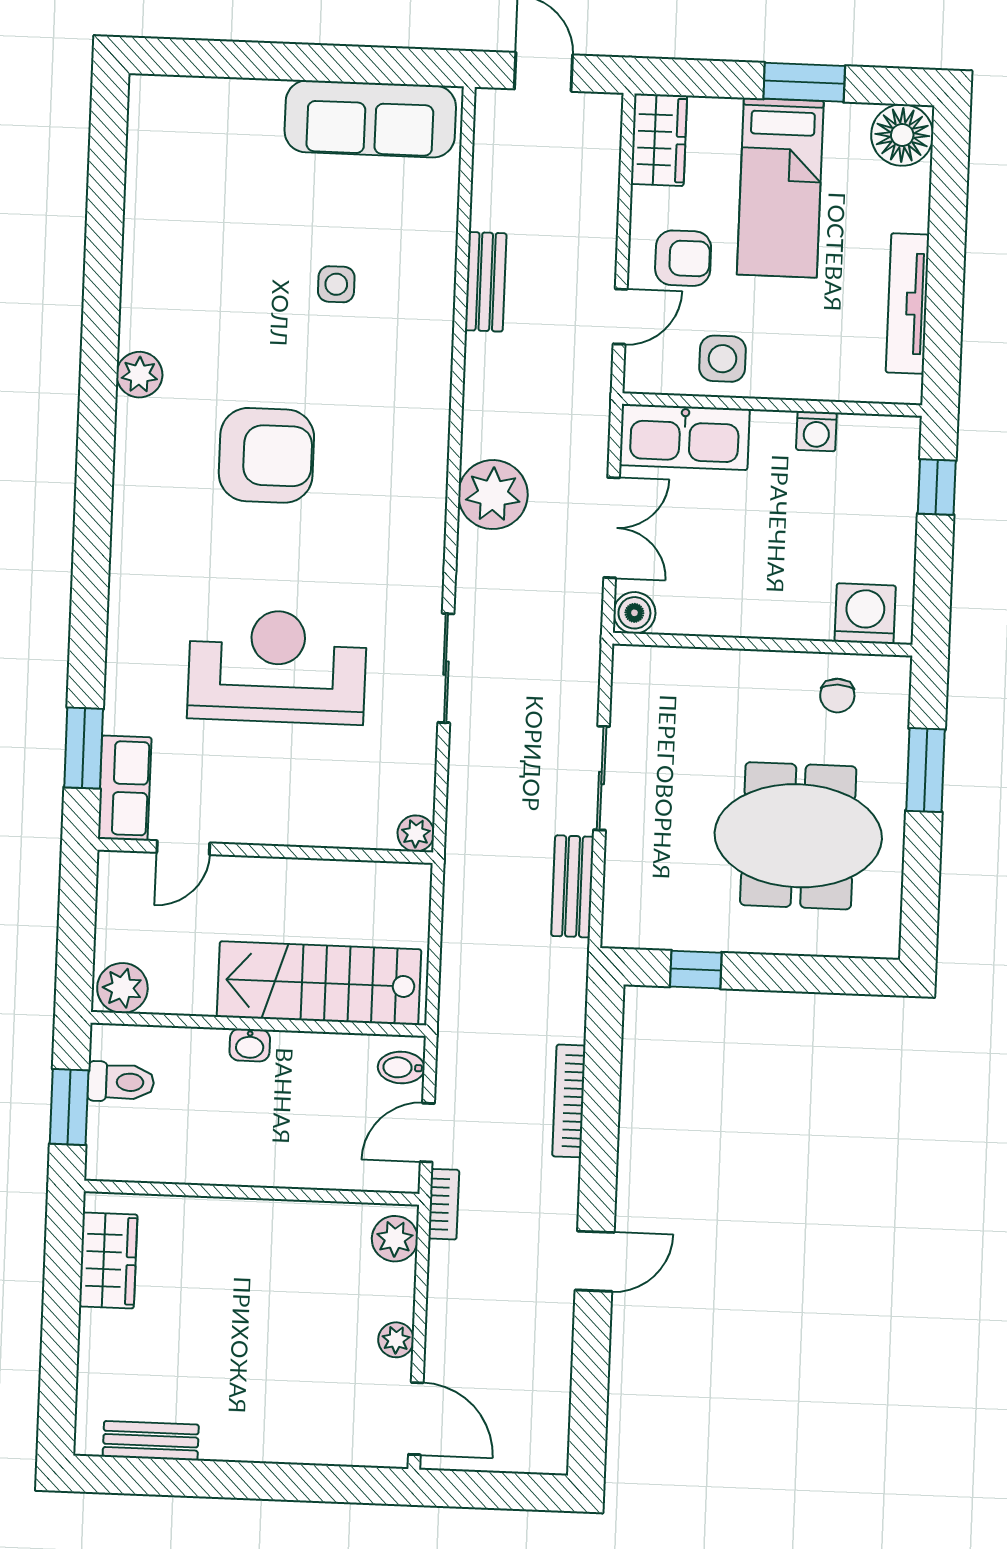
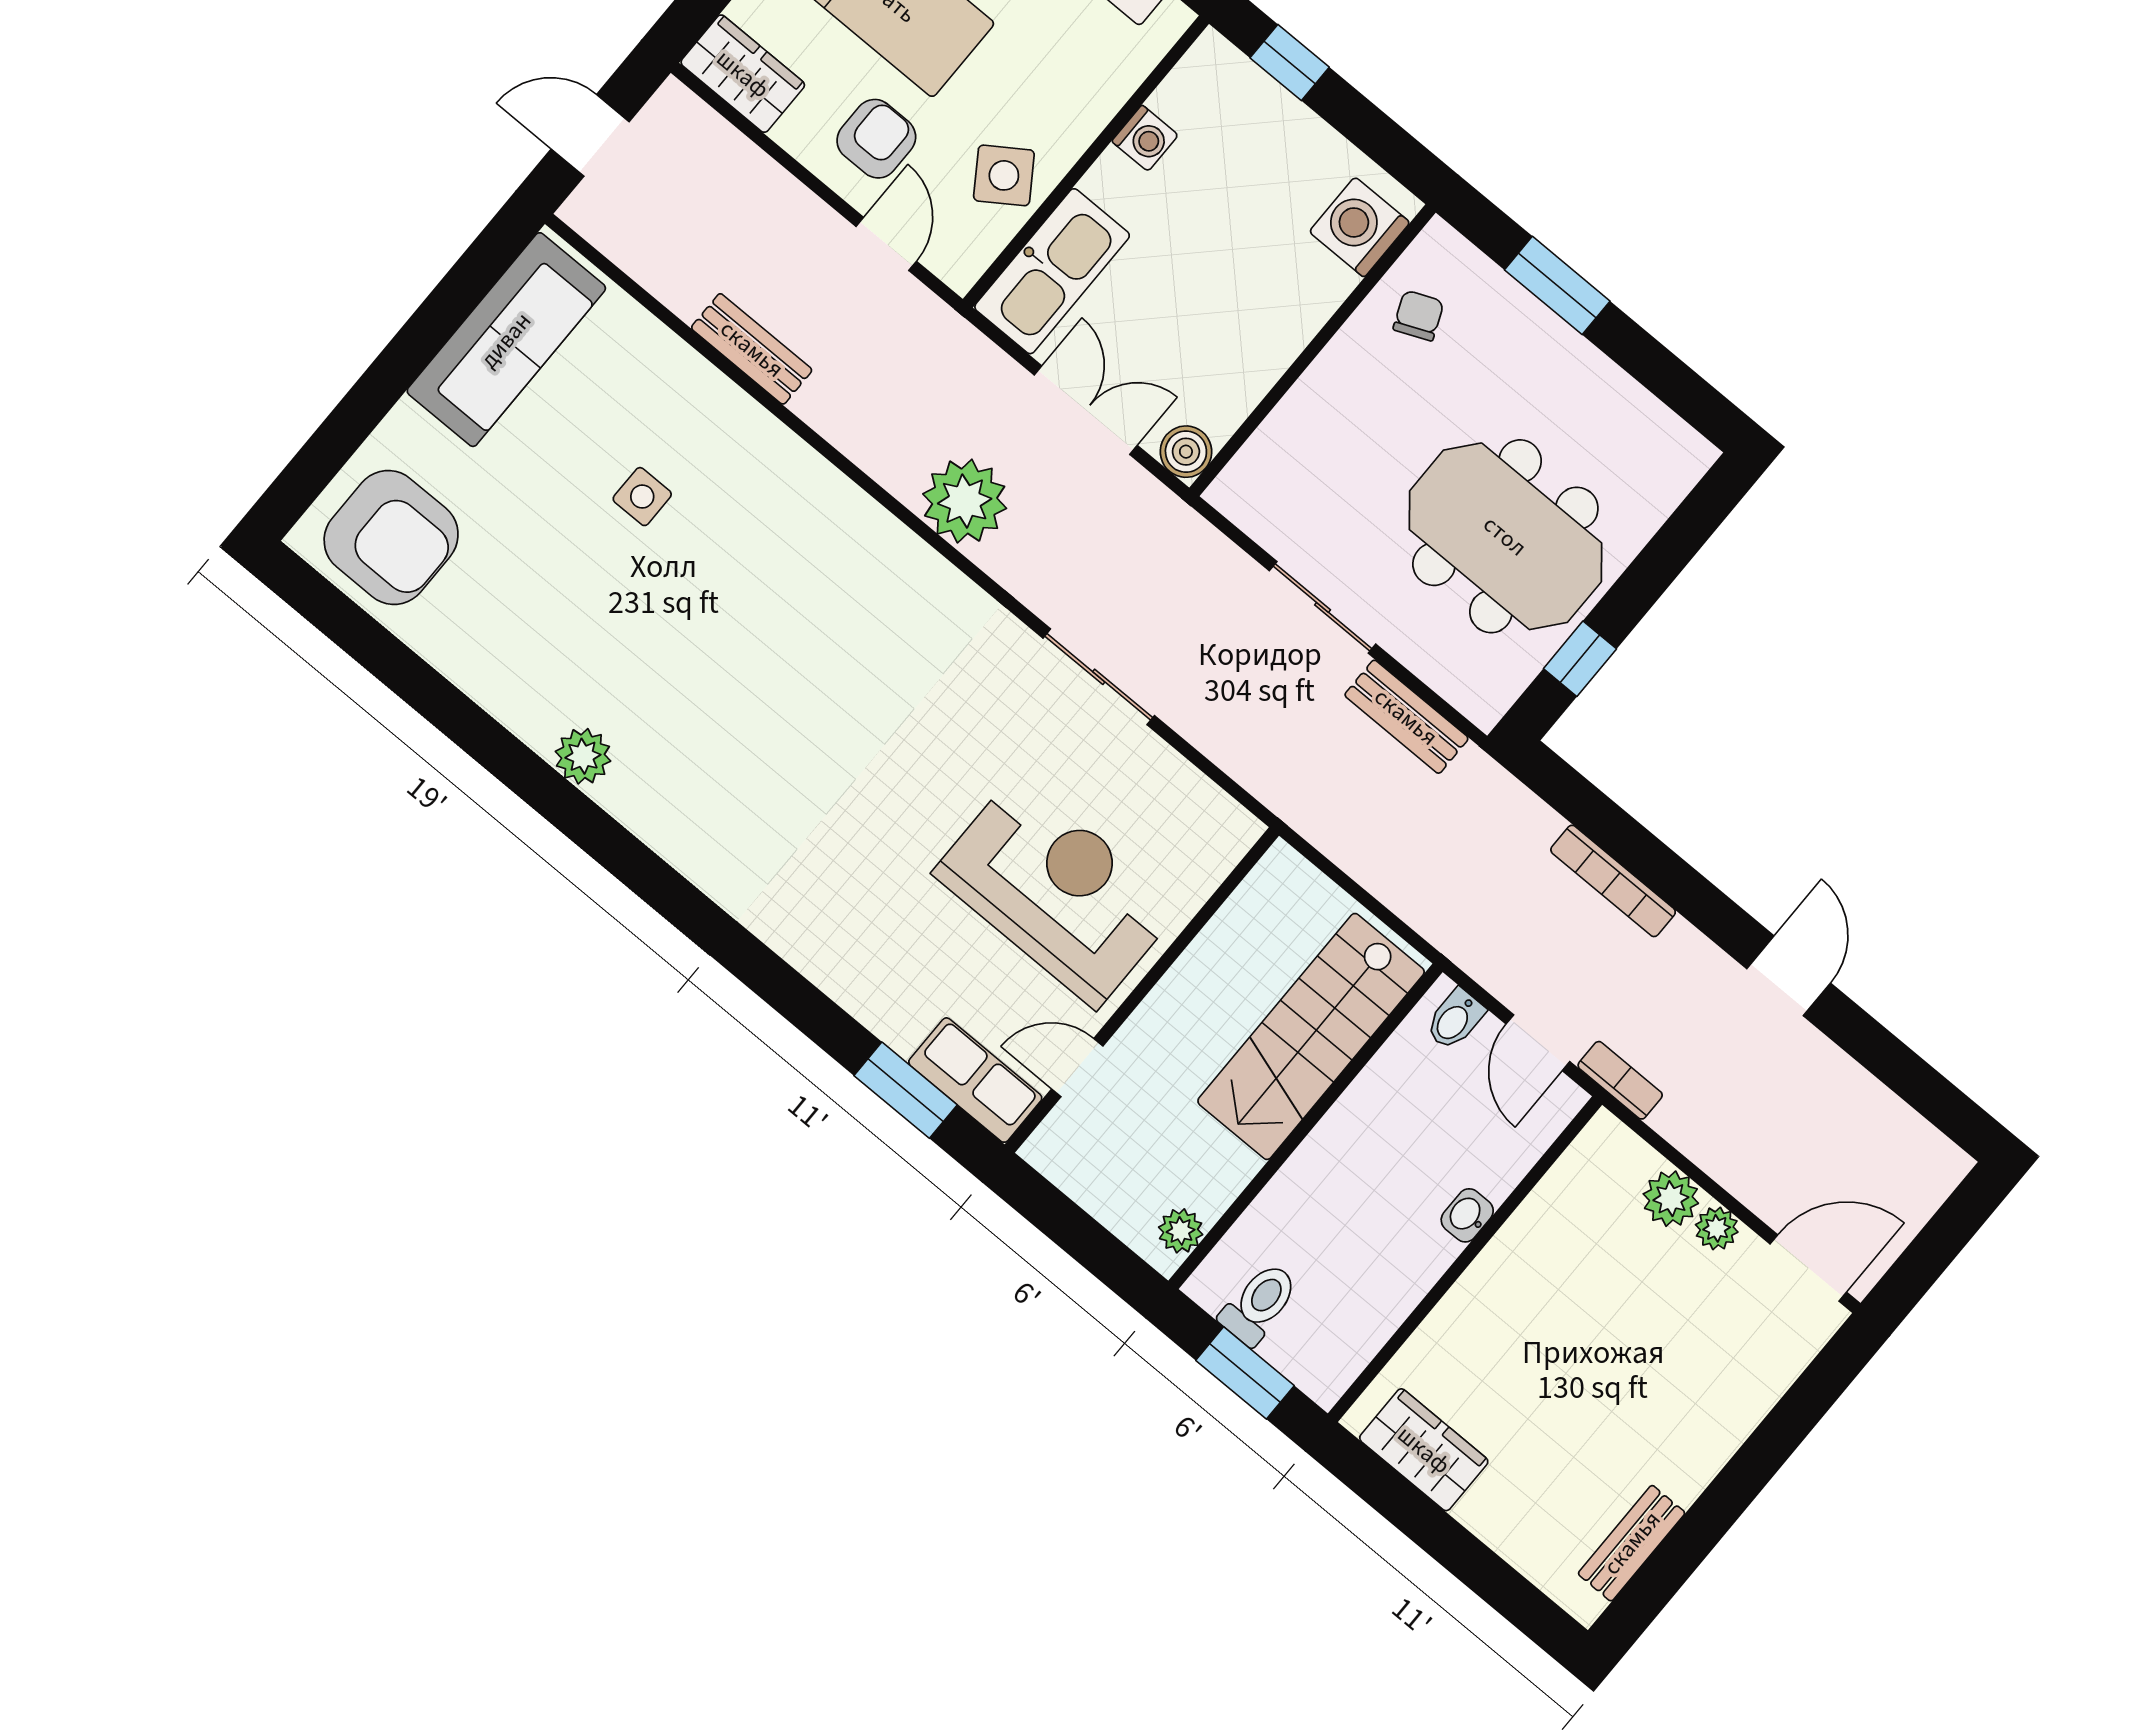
side table: (722, 359) -> (1004, 175), turned -34
armchair: (266, 455) -> (391, 537), moved, turned 90
reception desk: (277, 667) -> (1057, 890), moved, turned 90
chair: (837, 696) -> (1418, 316), turned -113
plant: (416, 833) -> (1238, 830), removed
meeting table: (798, 836) -> (1505, 536), moved, turned 90
door: (183, 848) -> (1077, 1068), swing flipped
plant: (122, 988) -> (1181, 1231), width x0.73, depth x0.73
washbasin: (250, 1045) -> (1467, 1215), moved, turned 180
plant: (395, 1239) -> (1671, 1199), moved

